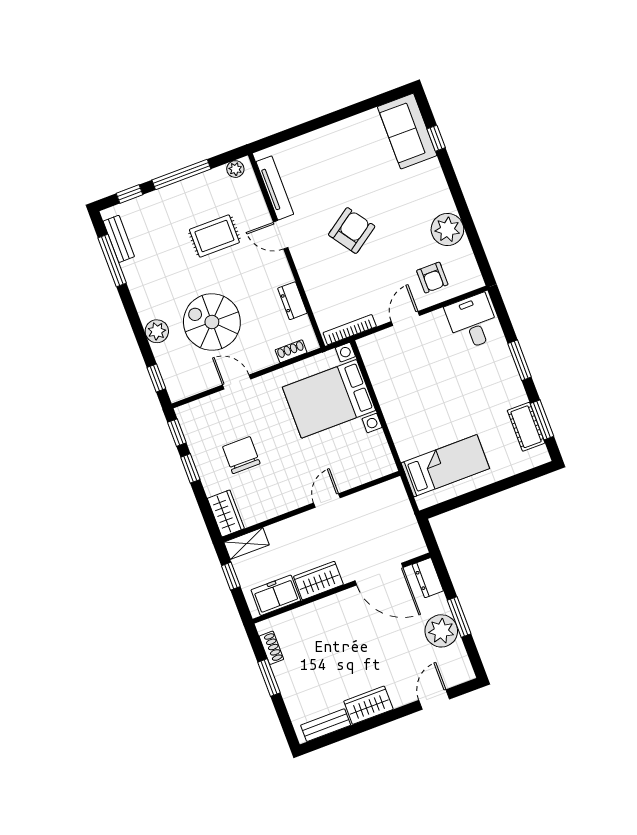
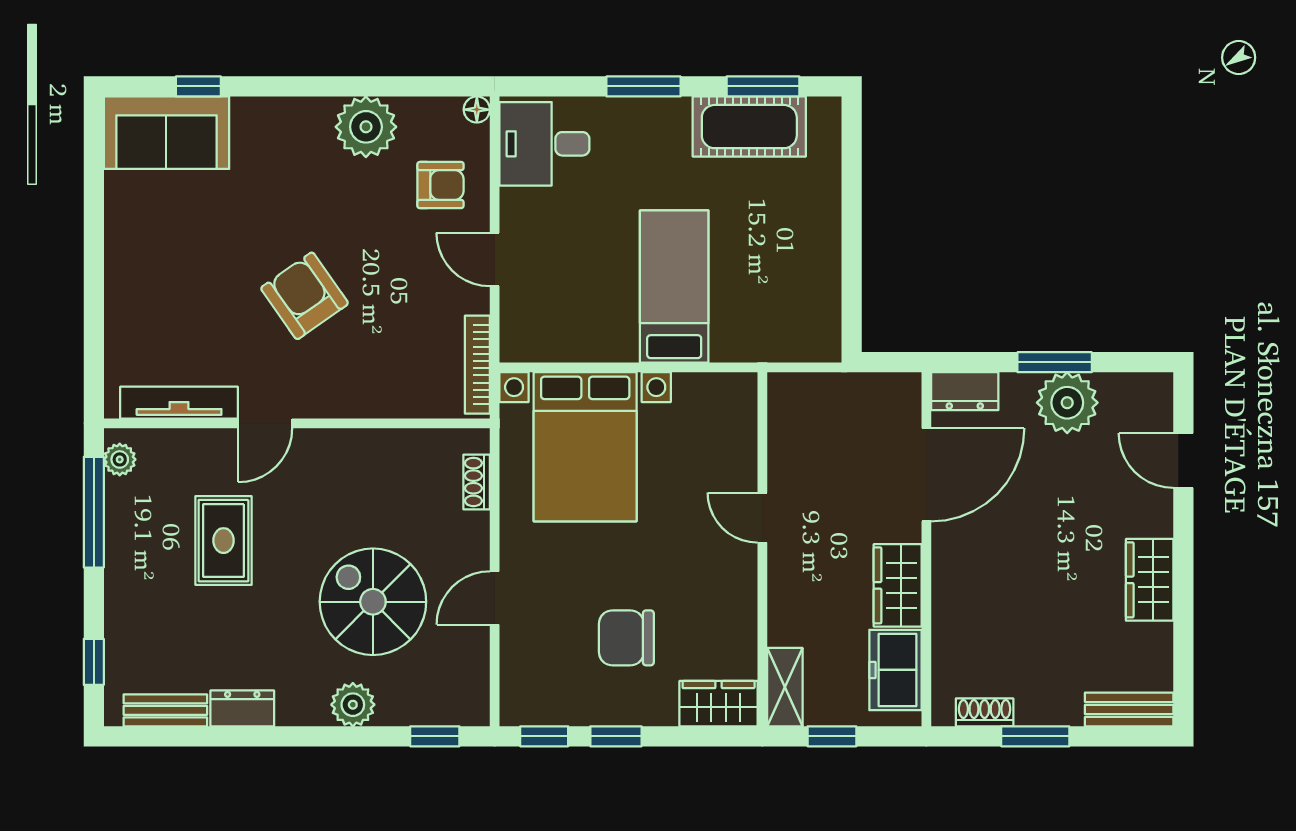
window: (181, 175) -> (94, 512), moved
window: (112, 261) -> (199, 736), removed
floor lamp: (477, 282) -> (477, 110), added
dresser: (292, 301) -> (242, 708), moved, turned 180
spiral stairs: (212, 322) -> (373, 602), turned 90
cot: (526, 427) -> (749, 127), width x1.37, depth x1.34
bed: (445, 466) -> (674, 287), moved
bench: (326, 725) -> (1129, 709), moved, turned 90

